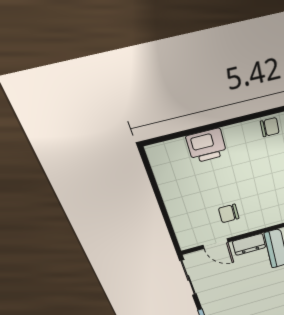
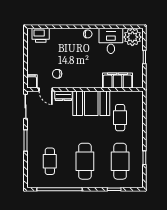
printer: (207, 146) -> (41, 35), moved
filing cabinet: (187, 238) -> (32, 81), added

